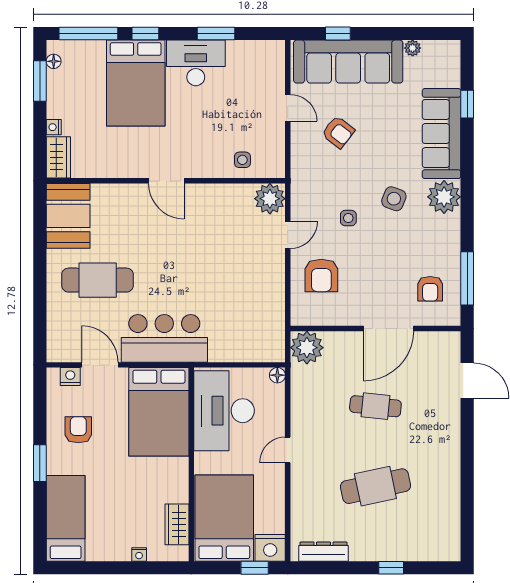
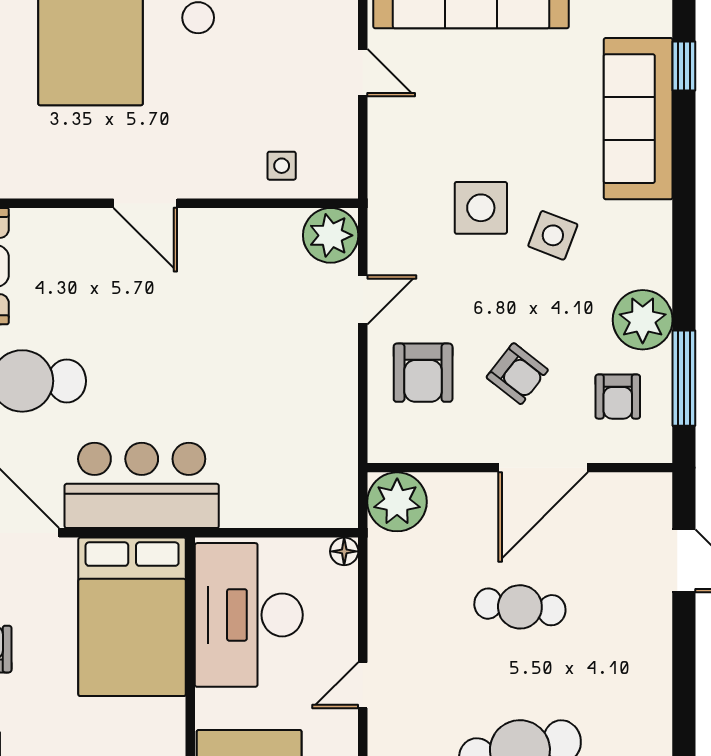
armchair: (338, 132) -> (517, 374), moved
plant: (444, 197) -> (643, 320), moved
side table: (348, 218) -> (481, 208), moved, width x1.87, depth x1.87

